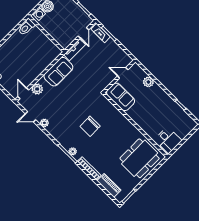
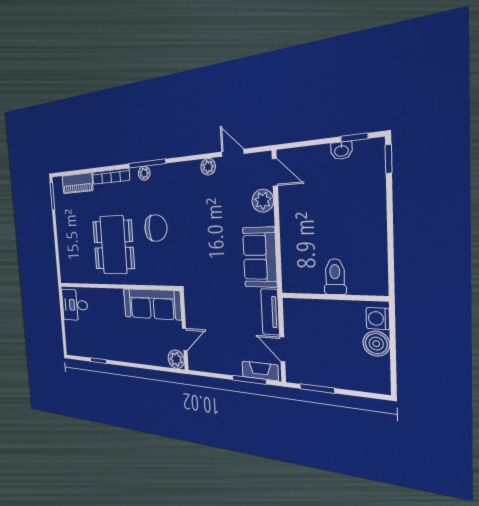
toilet: (26, 27) -> (335, 277), moved
plant: (148, 82) -> (176, 359), moved
sofa: (121, 97) -> (152, 304), width x1.36
door: (31, 117) -> (233, 153), hinge flipped
chair: (90, 126) -> (156, 228), turned 90
dining table: (140, 158) -> (113, 245), moved

